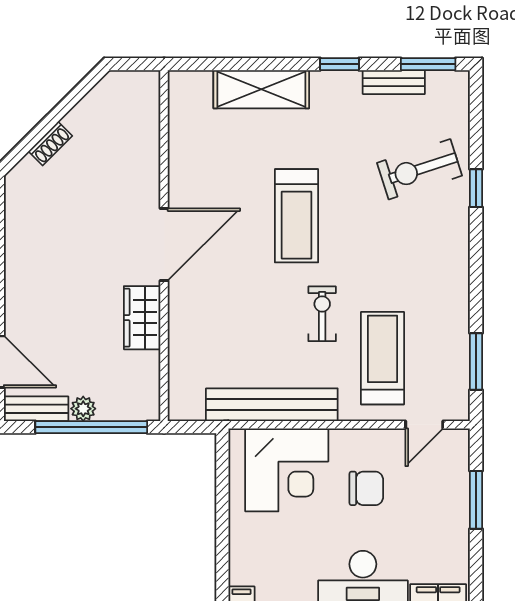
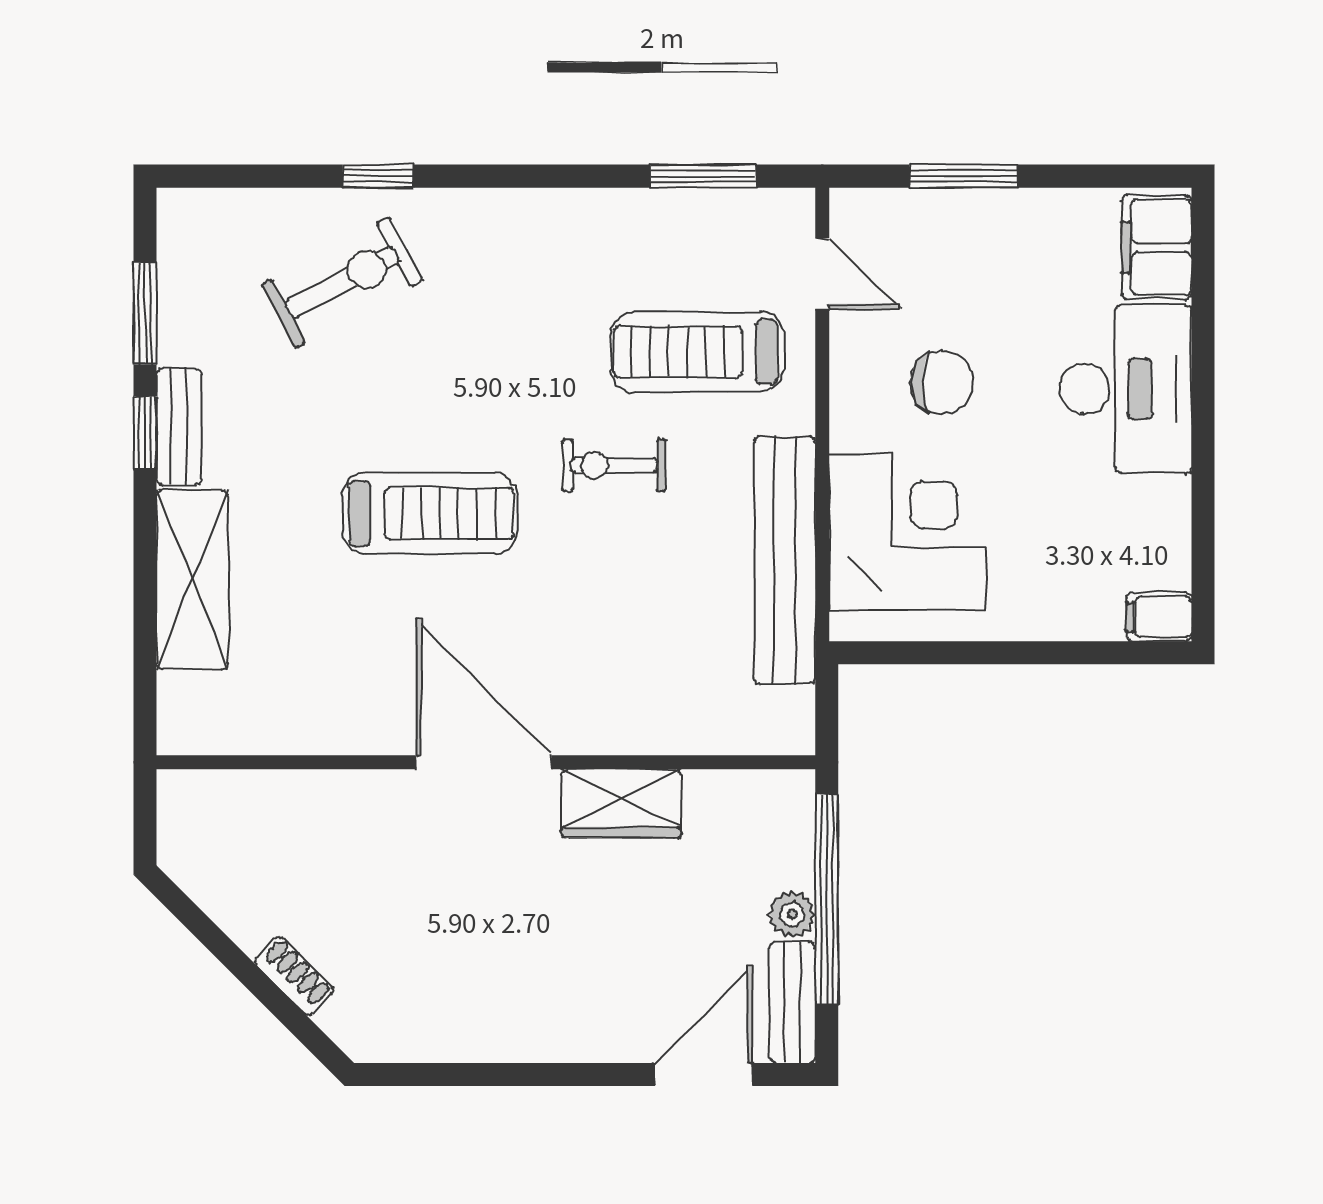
window: (428, 64) -> (145, 313), moved
bench: (394, 82) -> (179, 427), moved
exercise bike: (419, 169) -> (342, 282), turned -100
chair: (366, 488) -> (942, 382), turned 90

